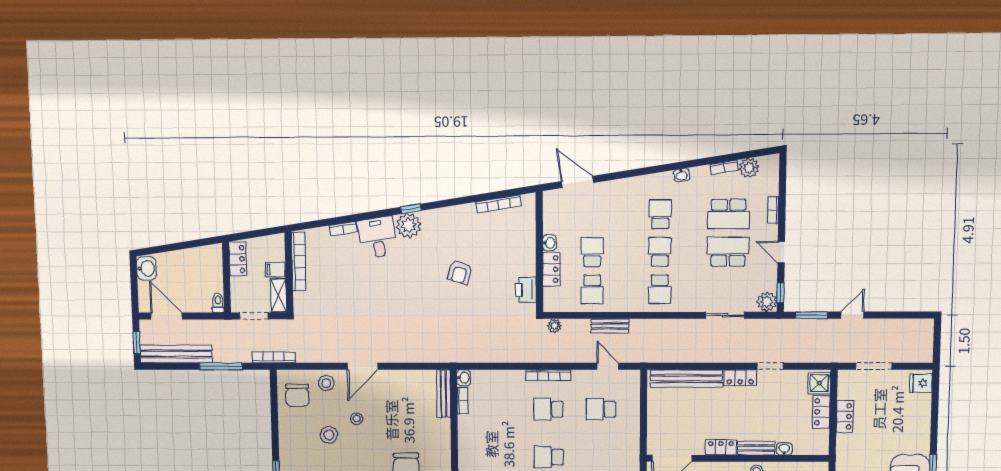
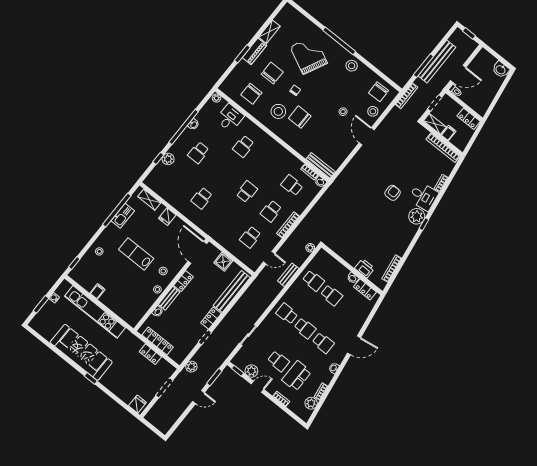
door: (577, 182) -> (354, 345), moved
school desk: (728, 252) -> (278, 361), width x0.54
locker: (551, 269) -> (365, 289), moved
armchair: (460, 272) -> (393, 193), moved, turned 74
school desk: (592, 289) -> (313, 281), turned 180
printer: (526, 290) -> (365, 268), moved
plant: (767, 302) -> (251, 371), moved
door: (852, 315) -> (199, 397), hinge flipped
door: (166, 316) -> (458, 74), moved
bench: (176, 354) -> (437, 62), moved
plant: (821, 354) -> (191, 367), added
shower: (819, 383) -> (223, 262), moved
chair: (297, 395) -> (378, 92), turned -92
school desk: (496, 409) -> (292, 185), added
school desk: (549, 409) -> (271, 211), turned 180
school desk: (601, 409) -> (250, 237), turned 180
locker: (821, 412) -> (158, 341), width x1.53
stool: (329, 435) -> (352, 66), moved

